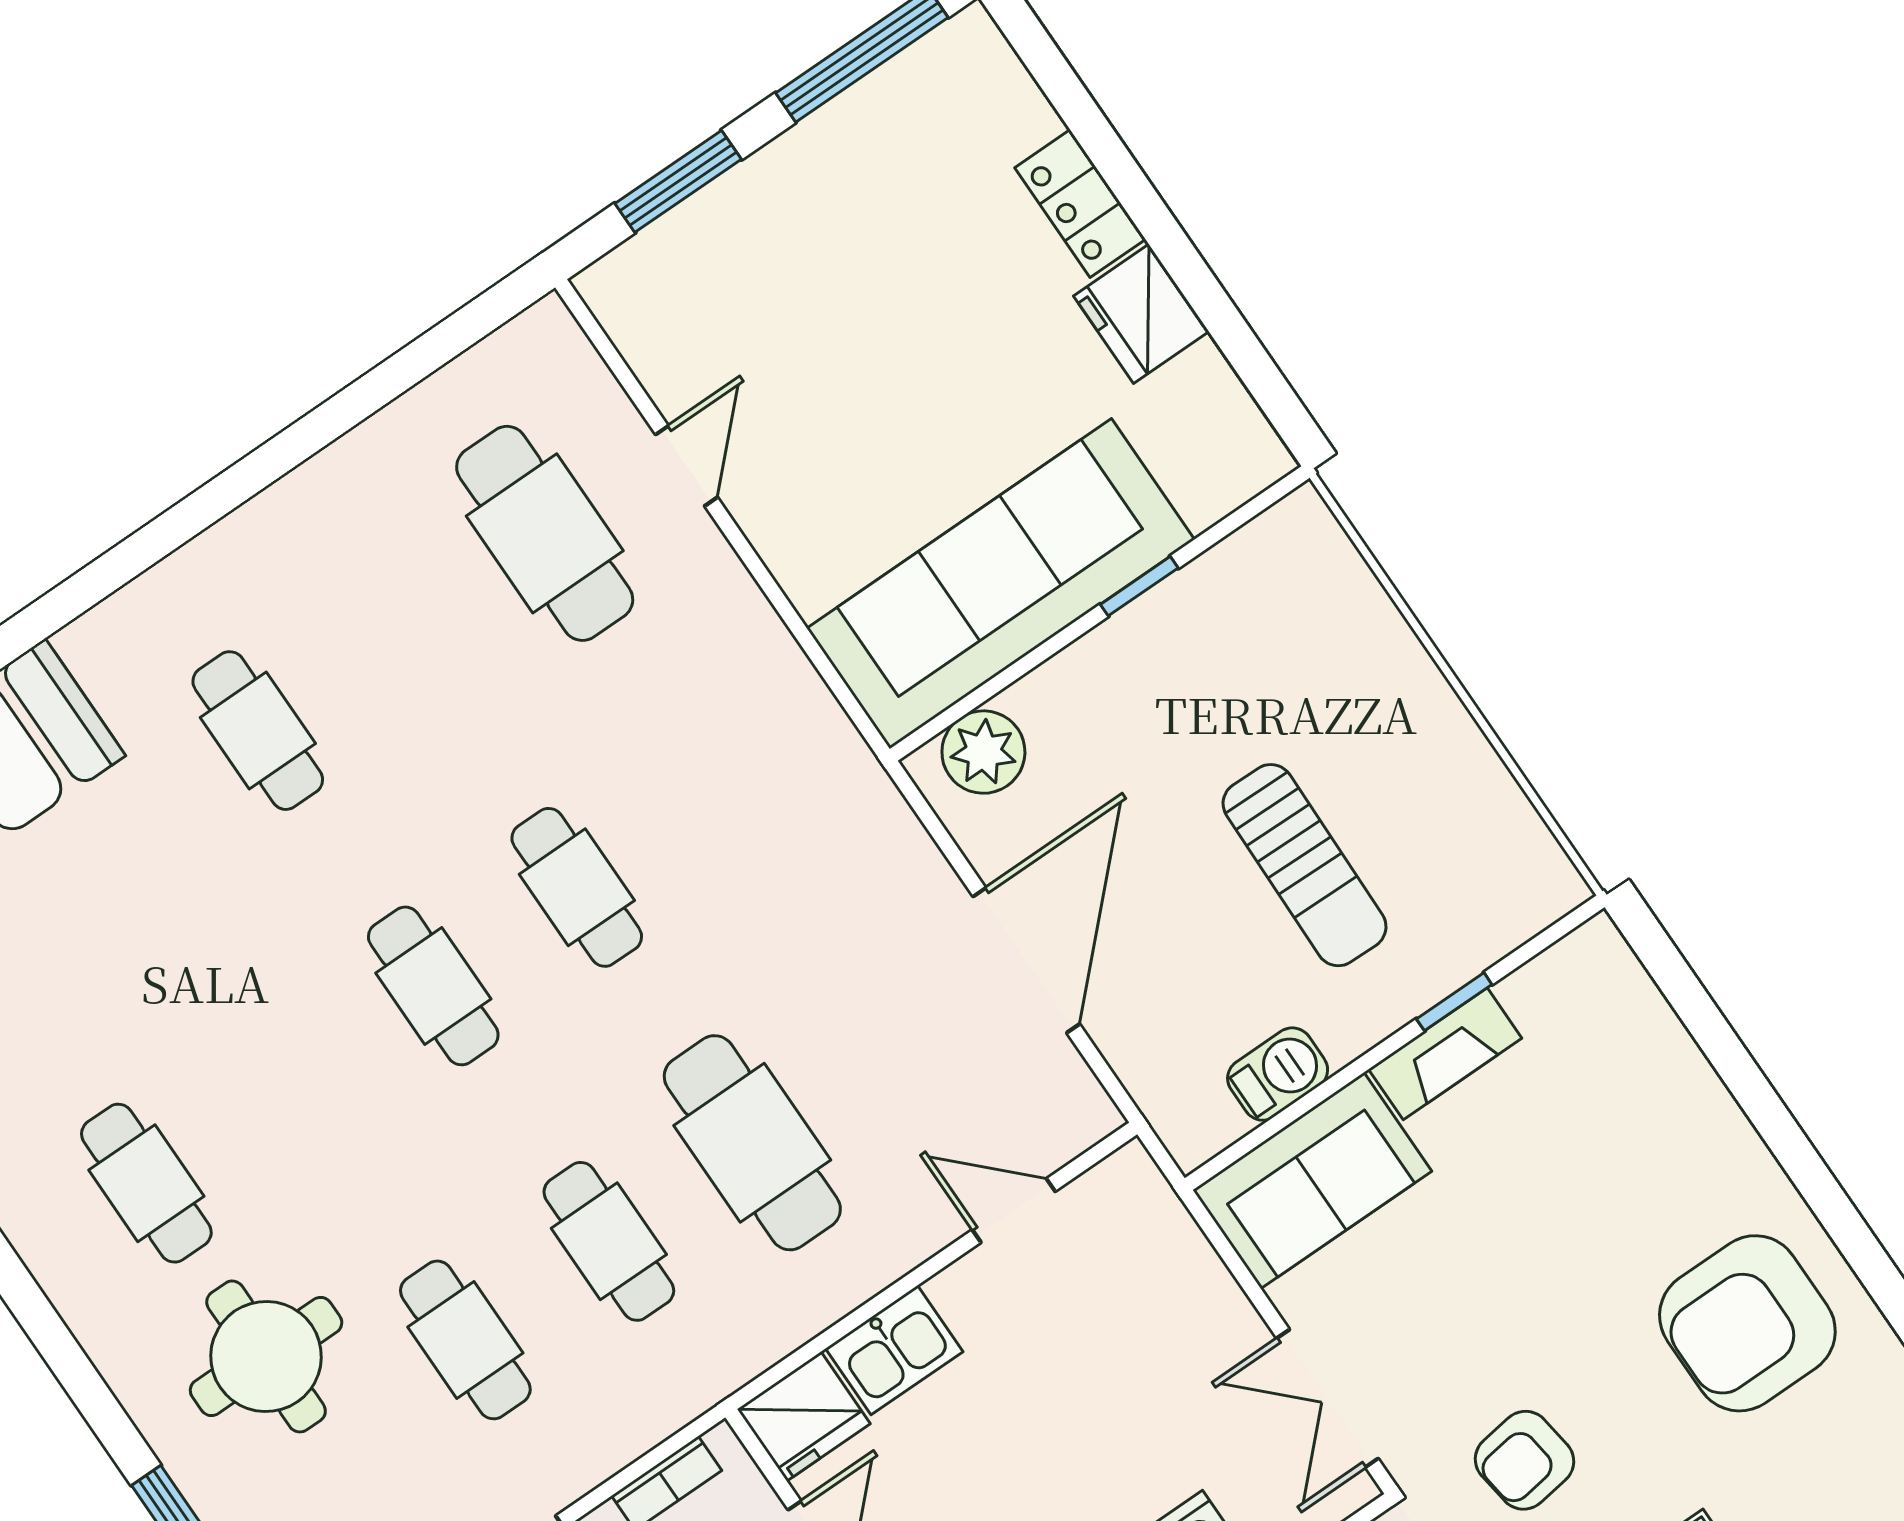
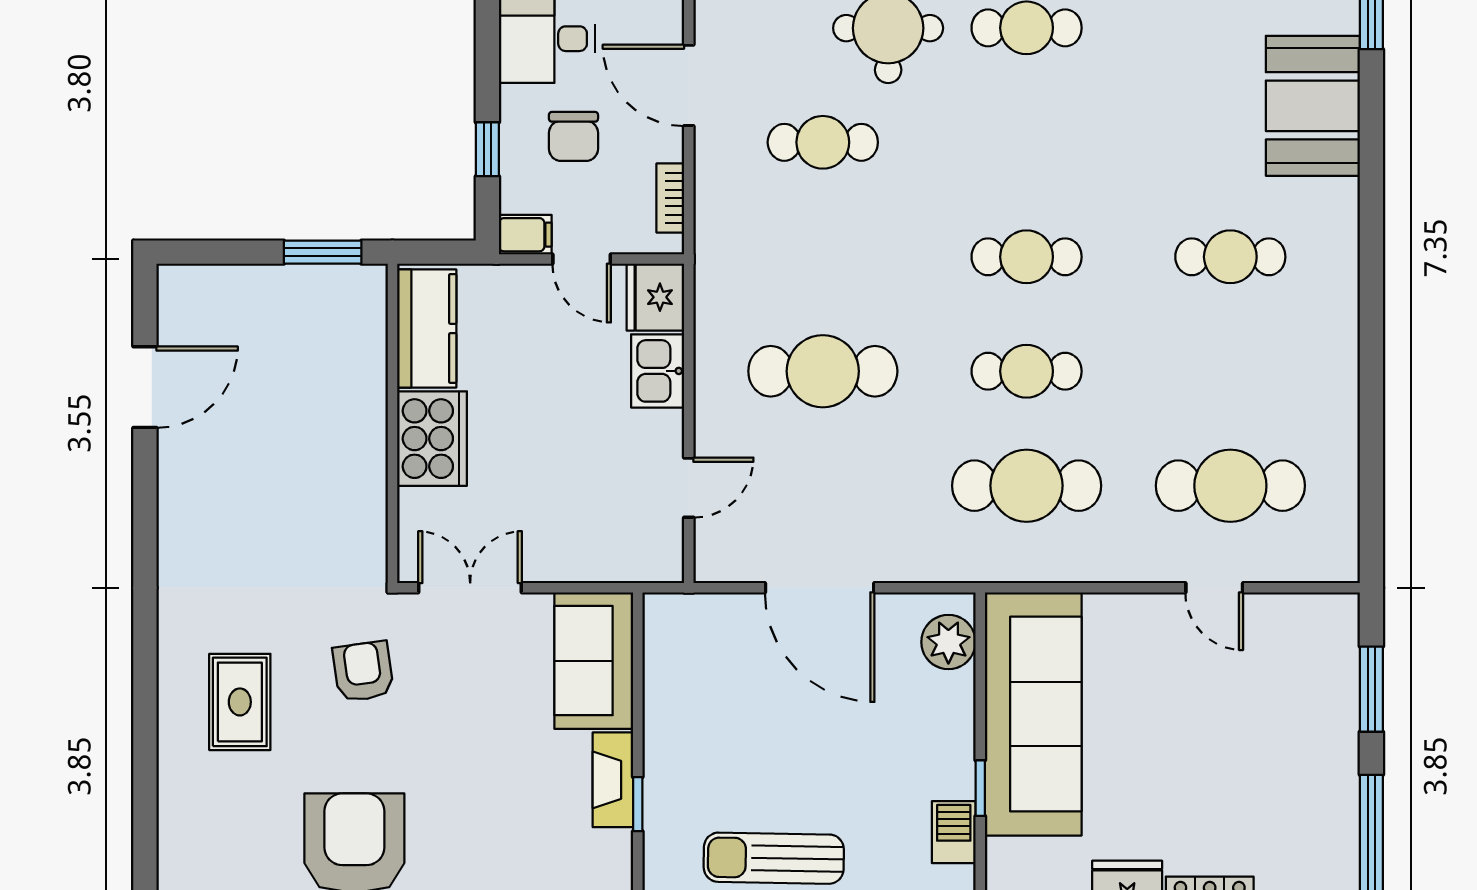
sun lounger: (1305, 865) -> (774, 858), moved
barbecue: (1278, 1074) -> (954, 832), moved, turned 180
cafe table: (609, 1241) -> (1027, 486), moved, width x1.37, depth x1.35

